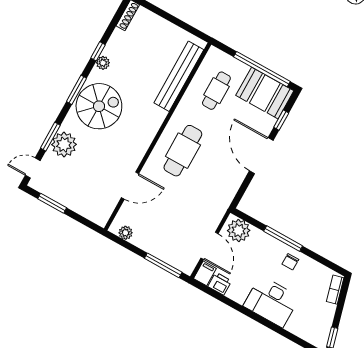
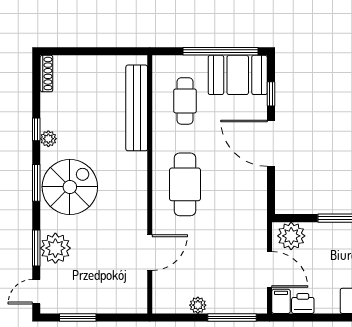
plant: (126, 233) -> (198, 305), moved

